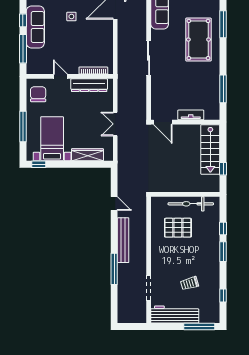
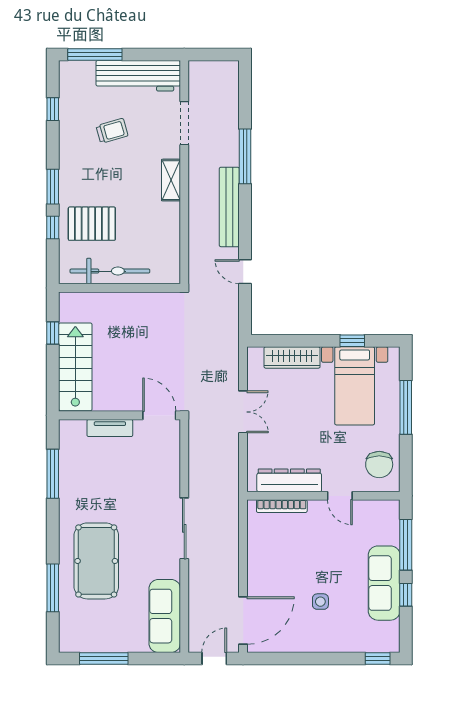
window: (39, 164) -> (352, 341), moved
pallet: (178, 228) -> (92, 224), moved
shelving: (156, 255) -> (171, 180), added

